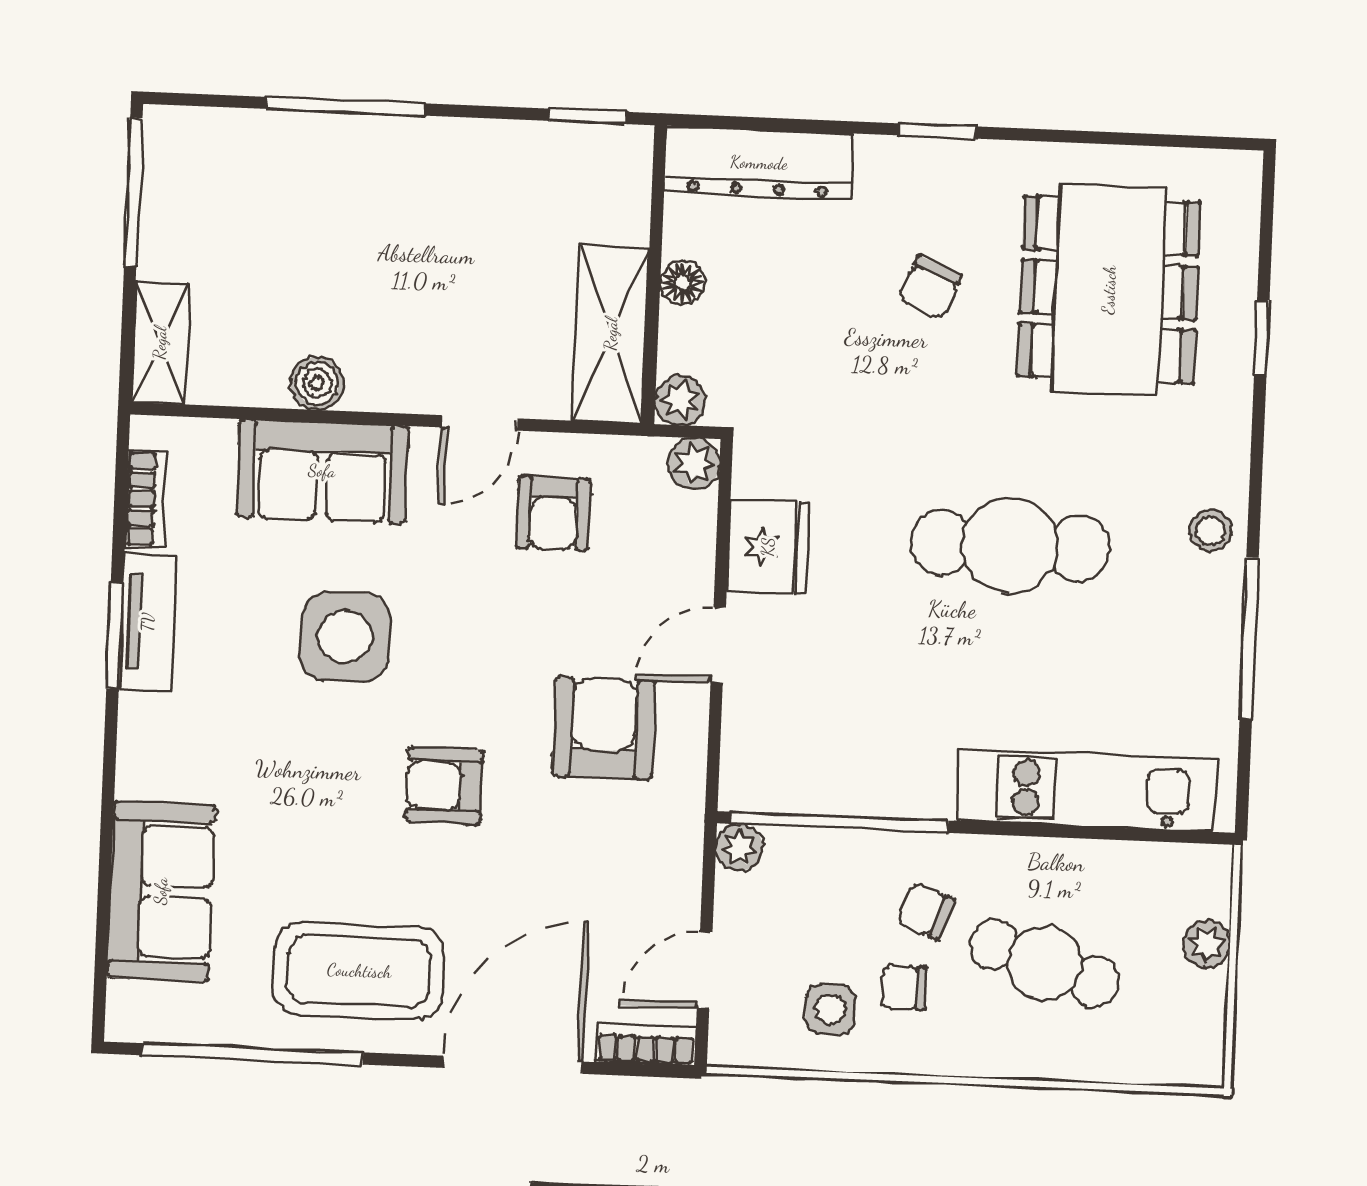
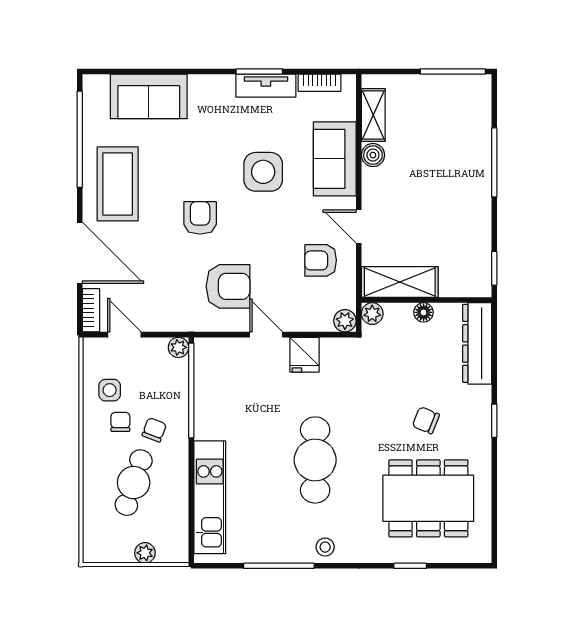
shelving: (160, 343) -> (373, 115), moved, turned 90
fridge: (768, 547) -> (304, 355), width x0.72

